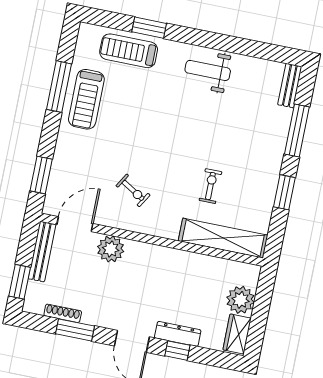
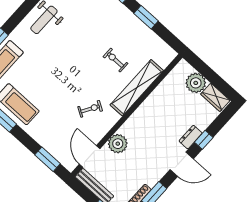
shelving: (223, 238) -> (137, 88), moved
dresser: (178, 334) -> (191, 137), width x0.70

